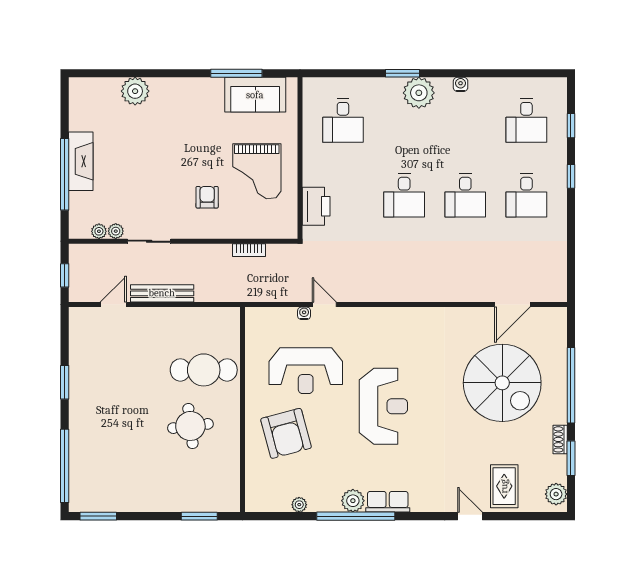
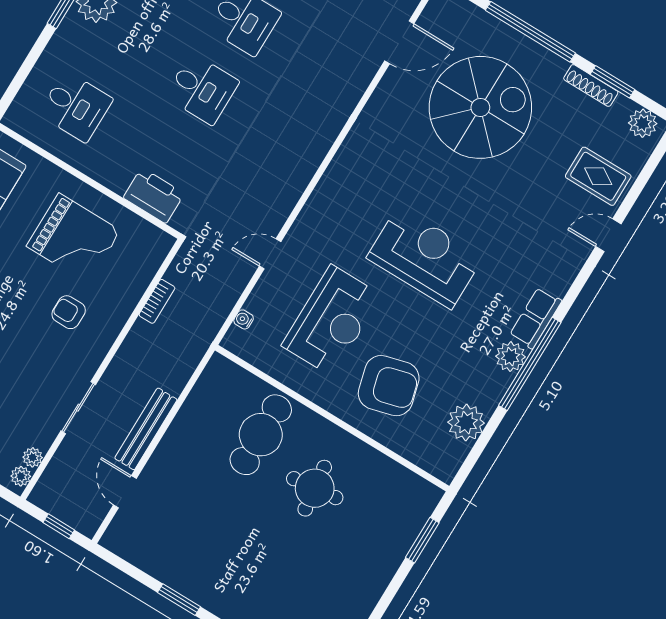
plant: (116, 231) -> (21, 476), moved
door: (512, 305) -> (399, 42), hinge flipped
water cooler: (304, 313) -> (244, 319), moved
shoe rack: (560, 439) -> (591, 85), width x1.43
plant: (299, 505) -> (466, 423), width x1.87, depth x1.87

